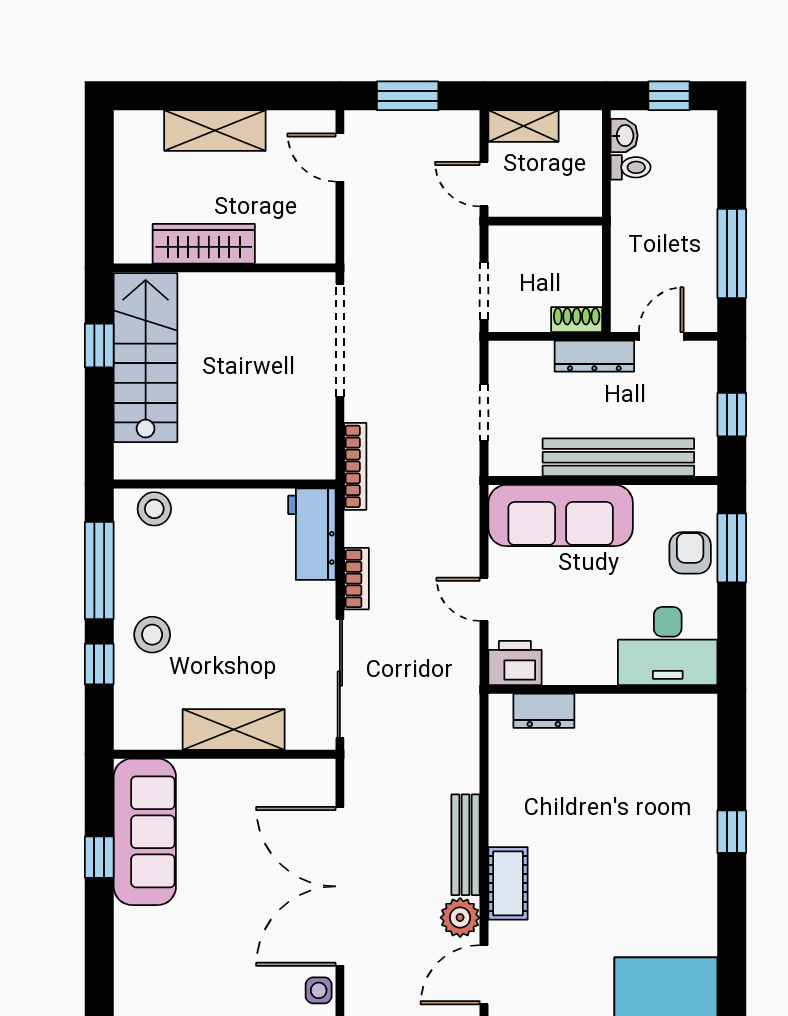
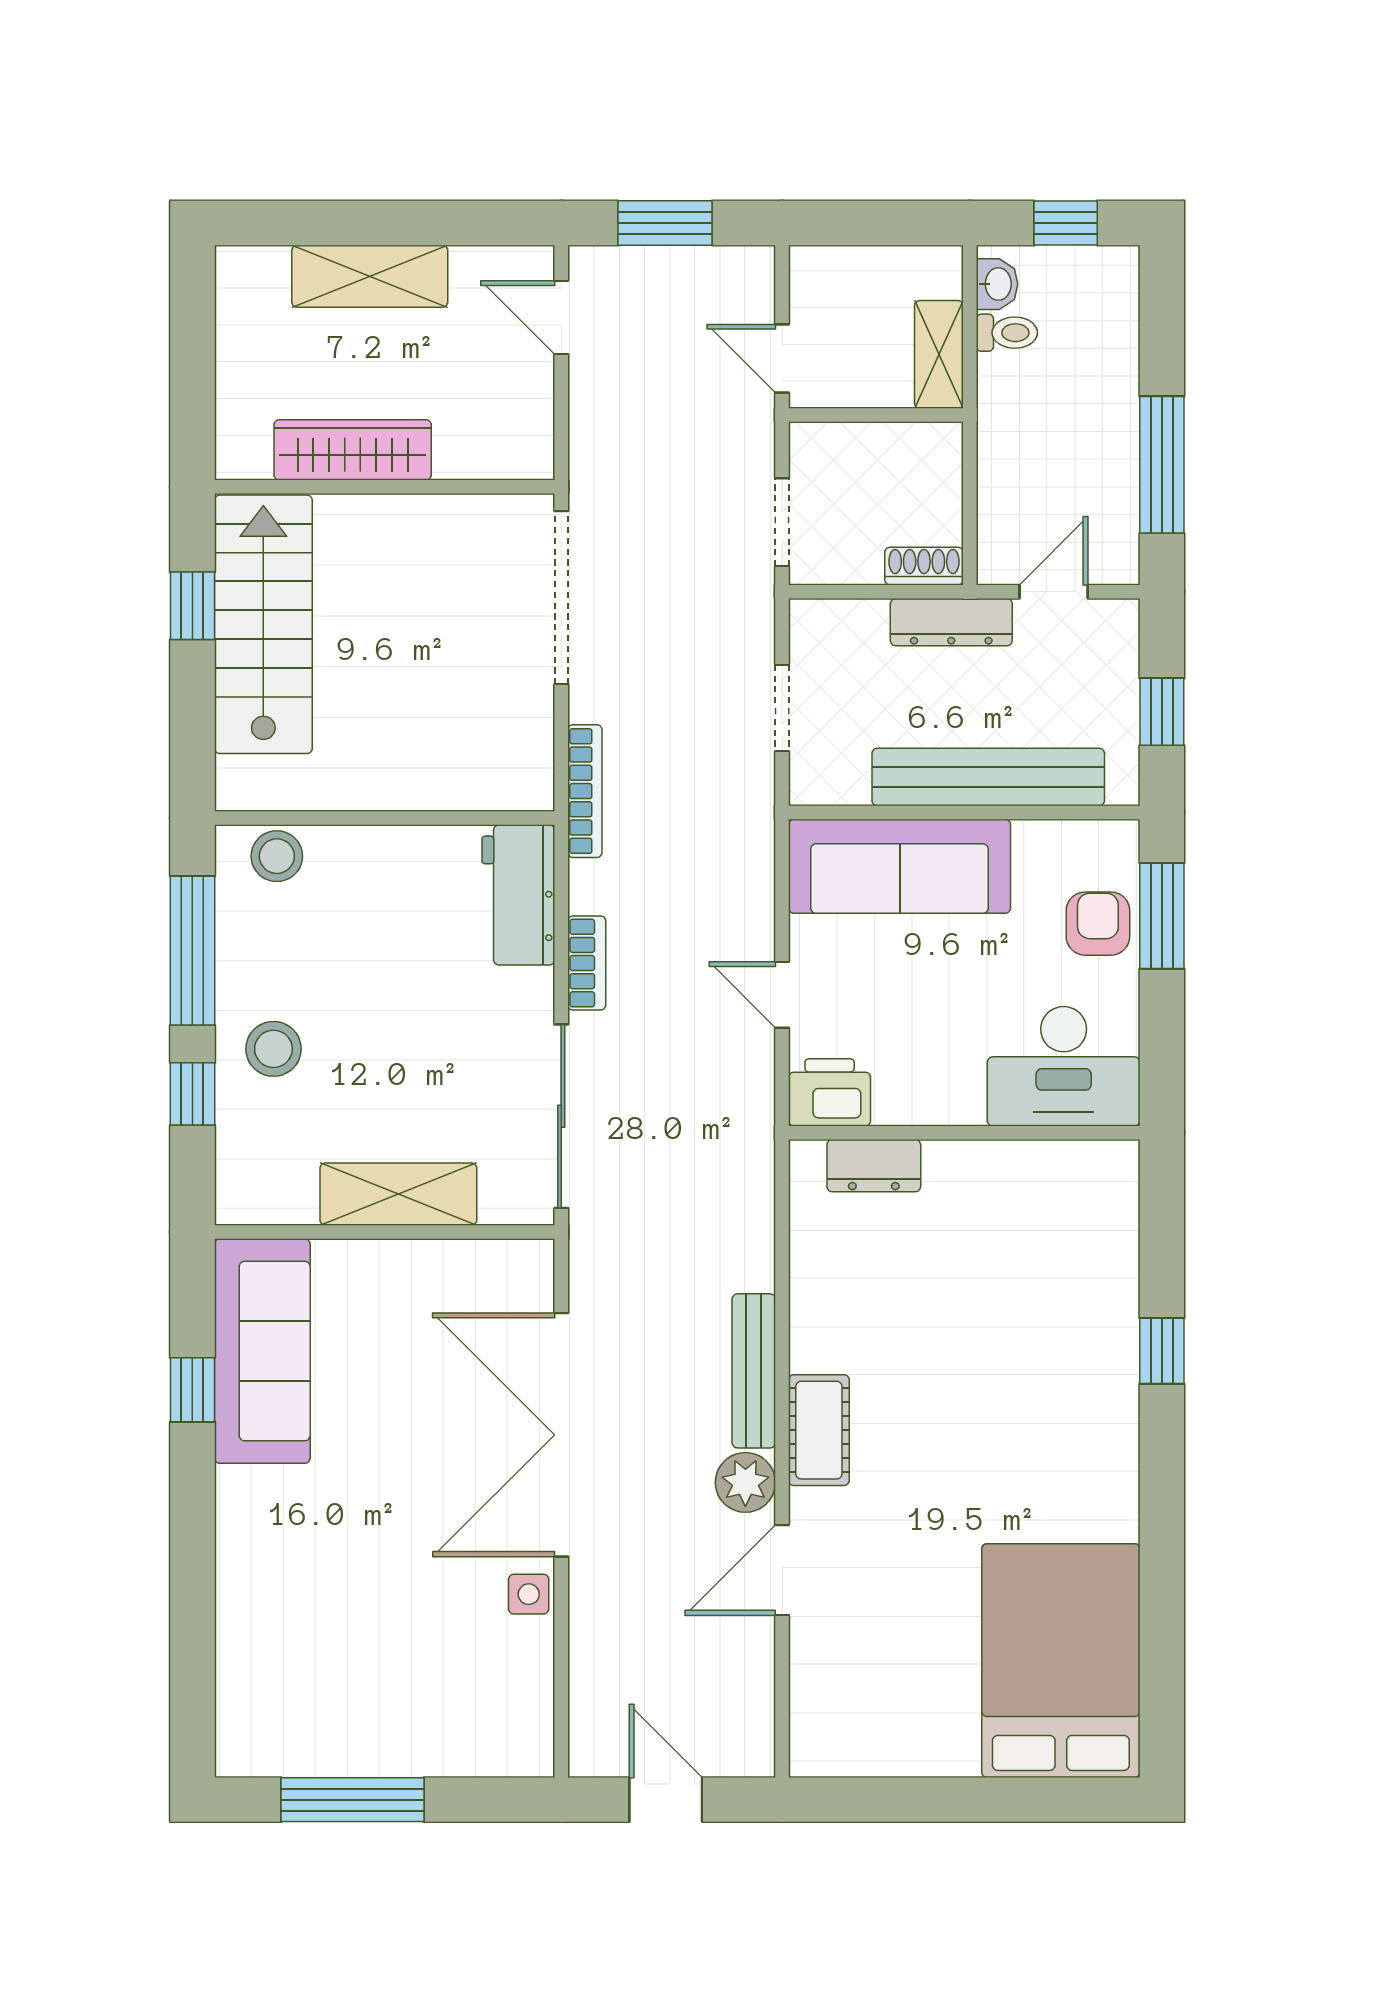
shelving: (524, 126) -> (939, 354), moved, turned 90

